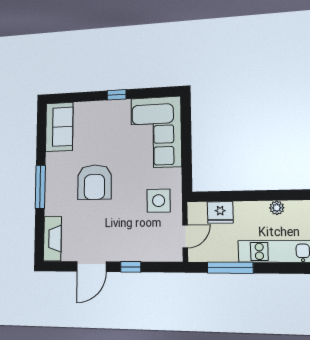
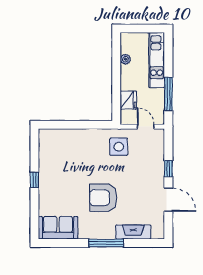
corner sofa: (156, 132) -> (66, 148), removed
armchair: (94, 182) -> (103, 198), turned 180
fireplace: (52, 239) -> (133, 232), moved

